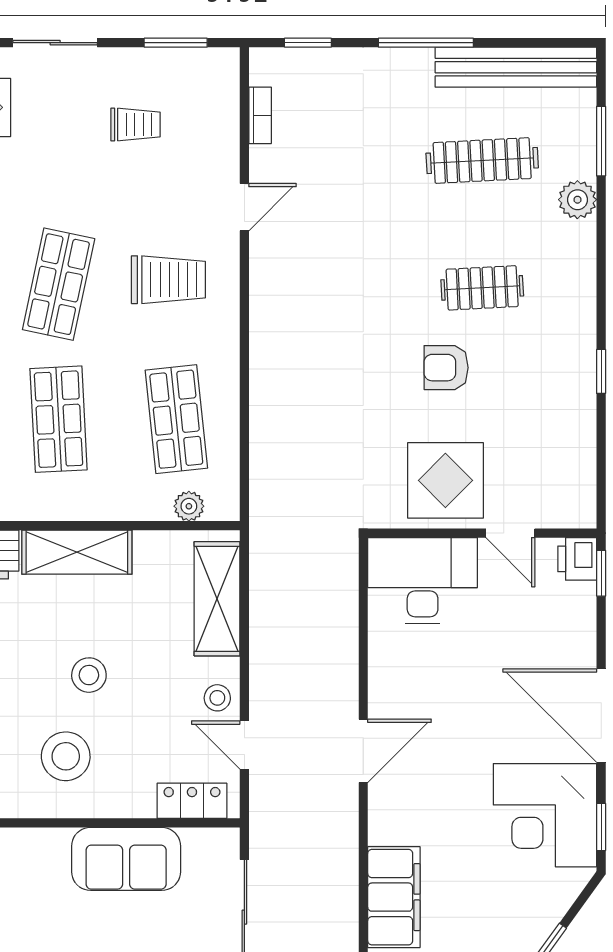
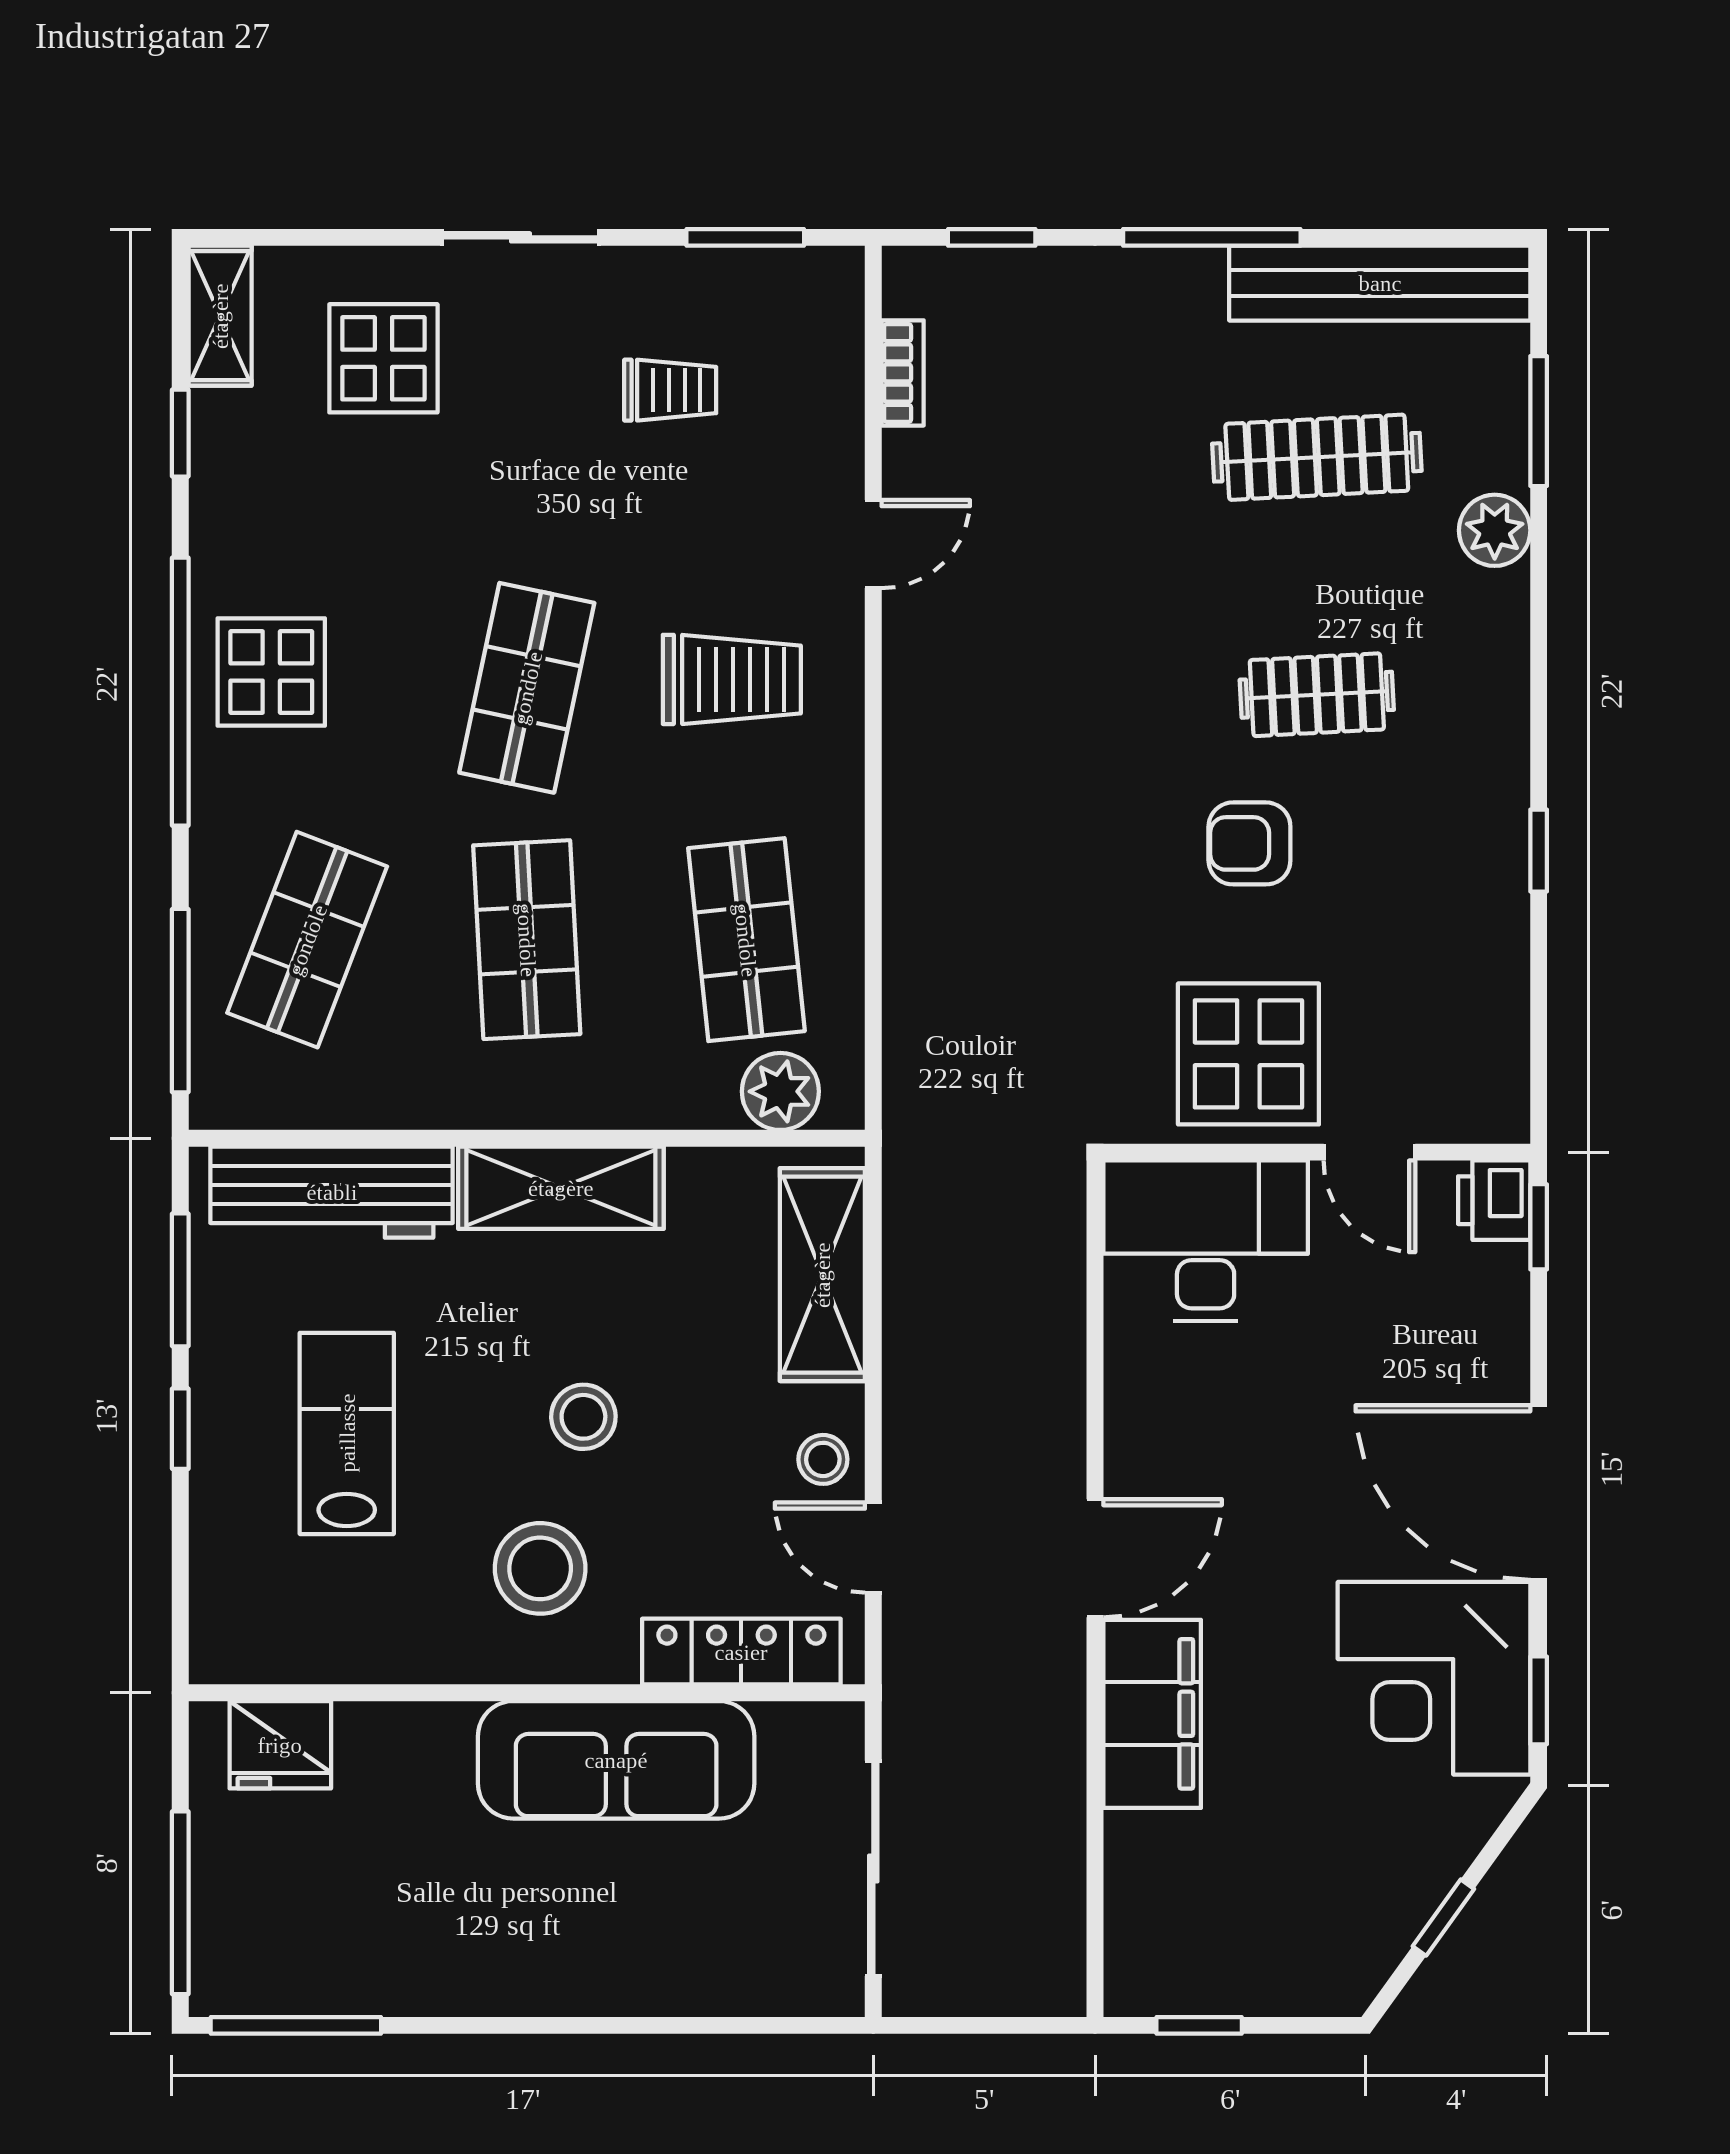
plant: (189, 506) -> (780, 1091), width x1.38, depth x1.38
locker: (192, 801) -> (741, 1652), width x1.53
sofa: (126, 859) -> (616, 1760), width x1.36
filing cabinet: (394, 897) -> (1152, 1714), moved

